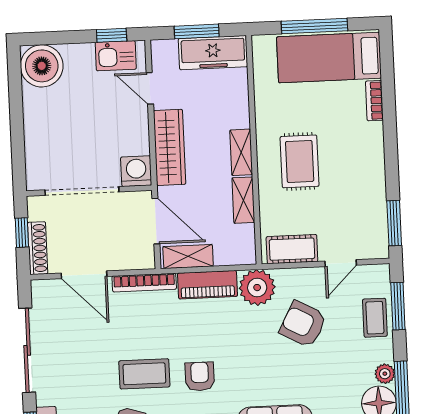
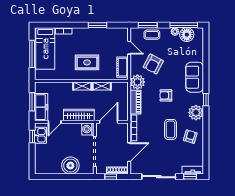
freezer: (213, 53) -> (41, 107), moved
boiler: (42, 66) -> (70, 166), moved
window: (394, 223) -> (98, 25), moved
shelving: (188, 256) -> (124, 110), removed
armchair: (200, 376) -> (166, 95), moved

